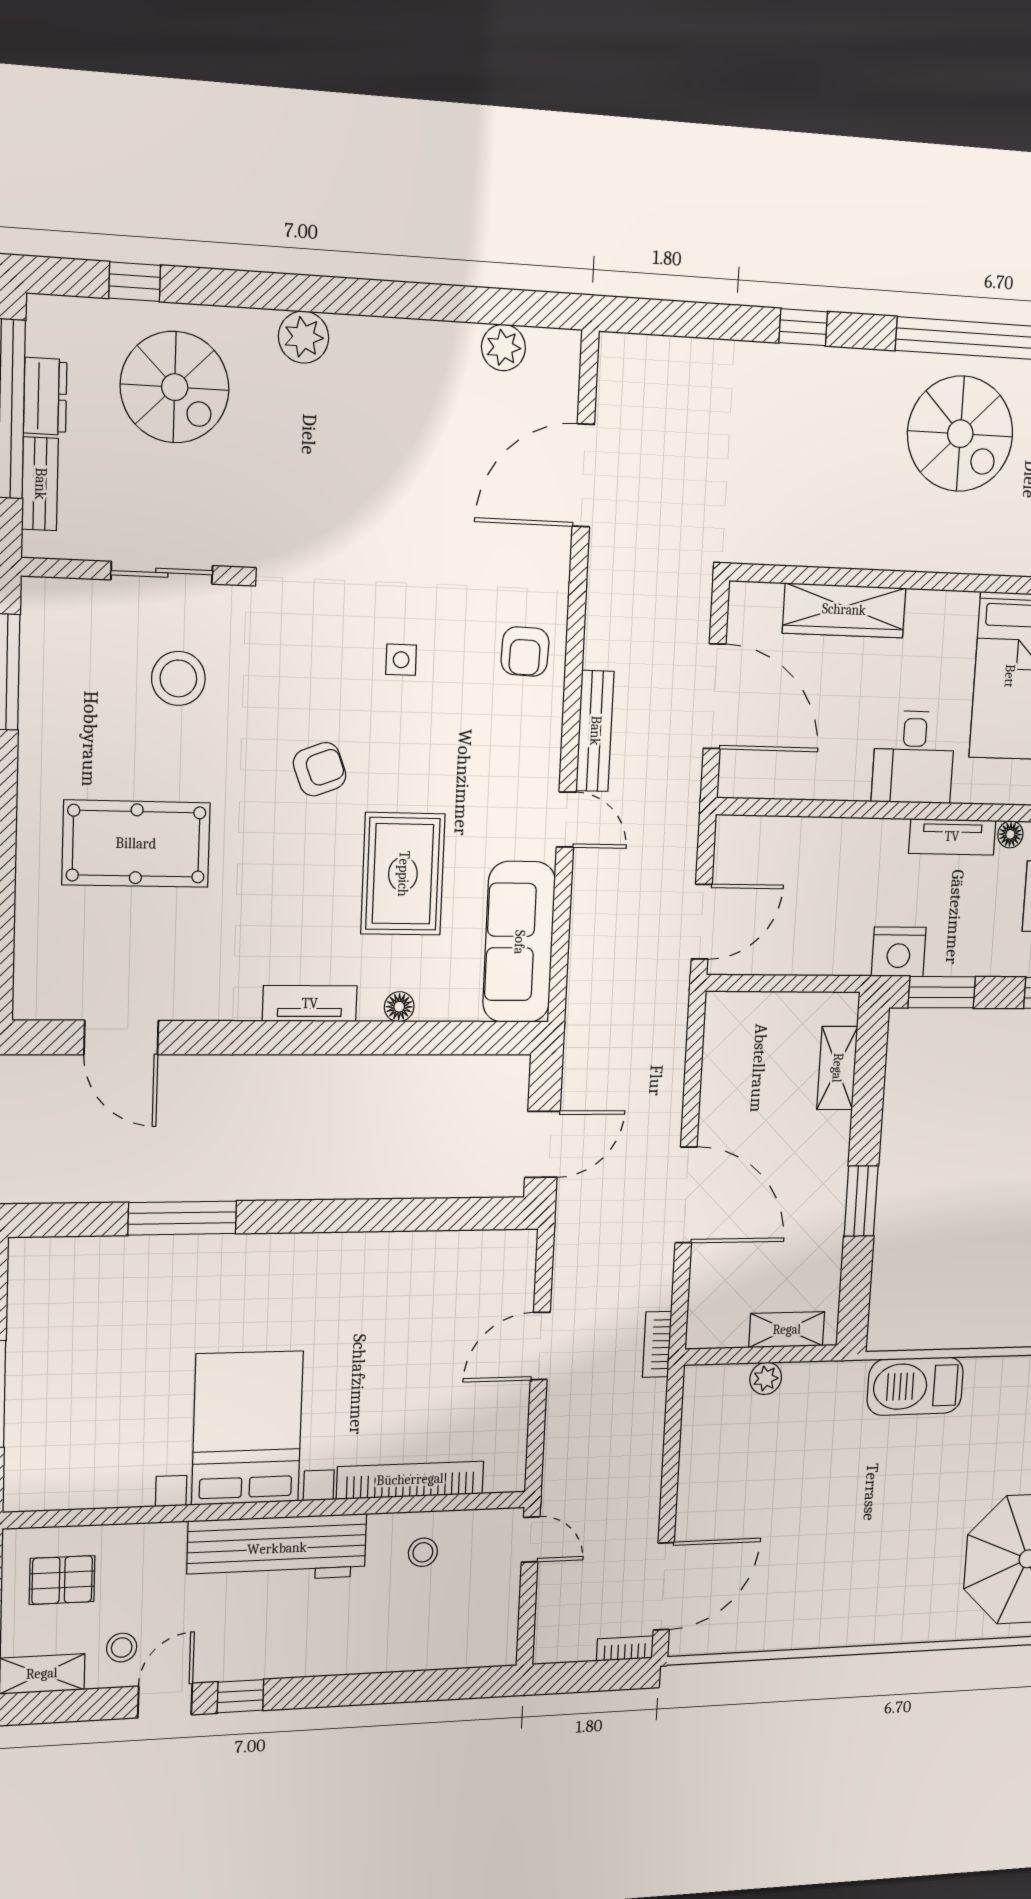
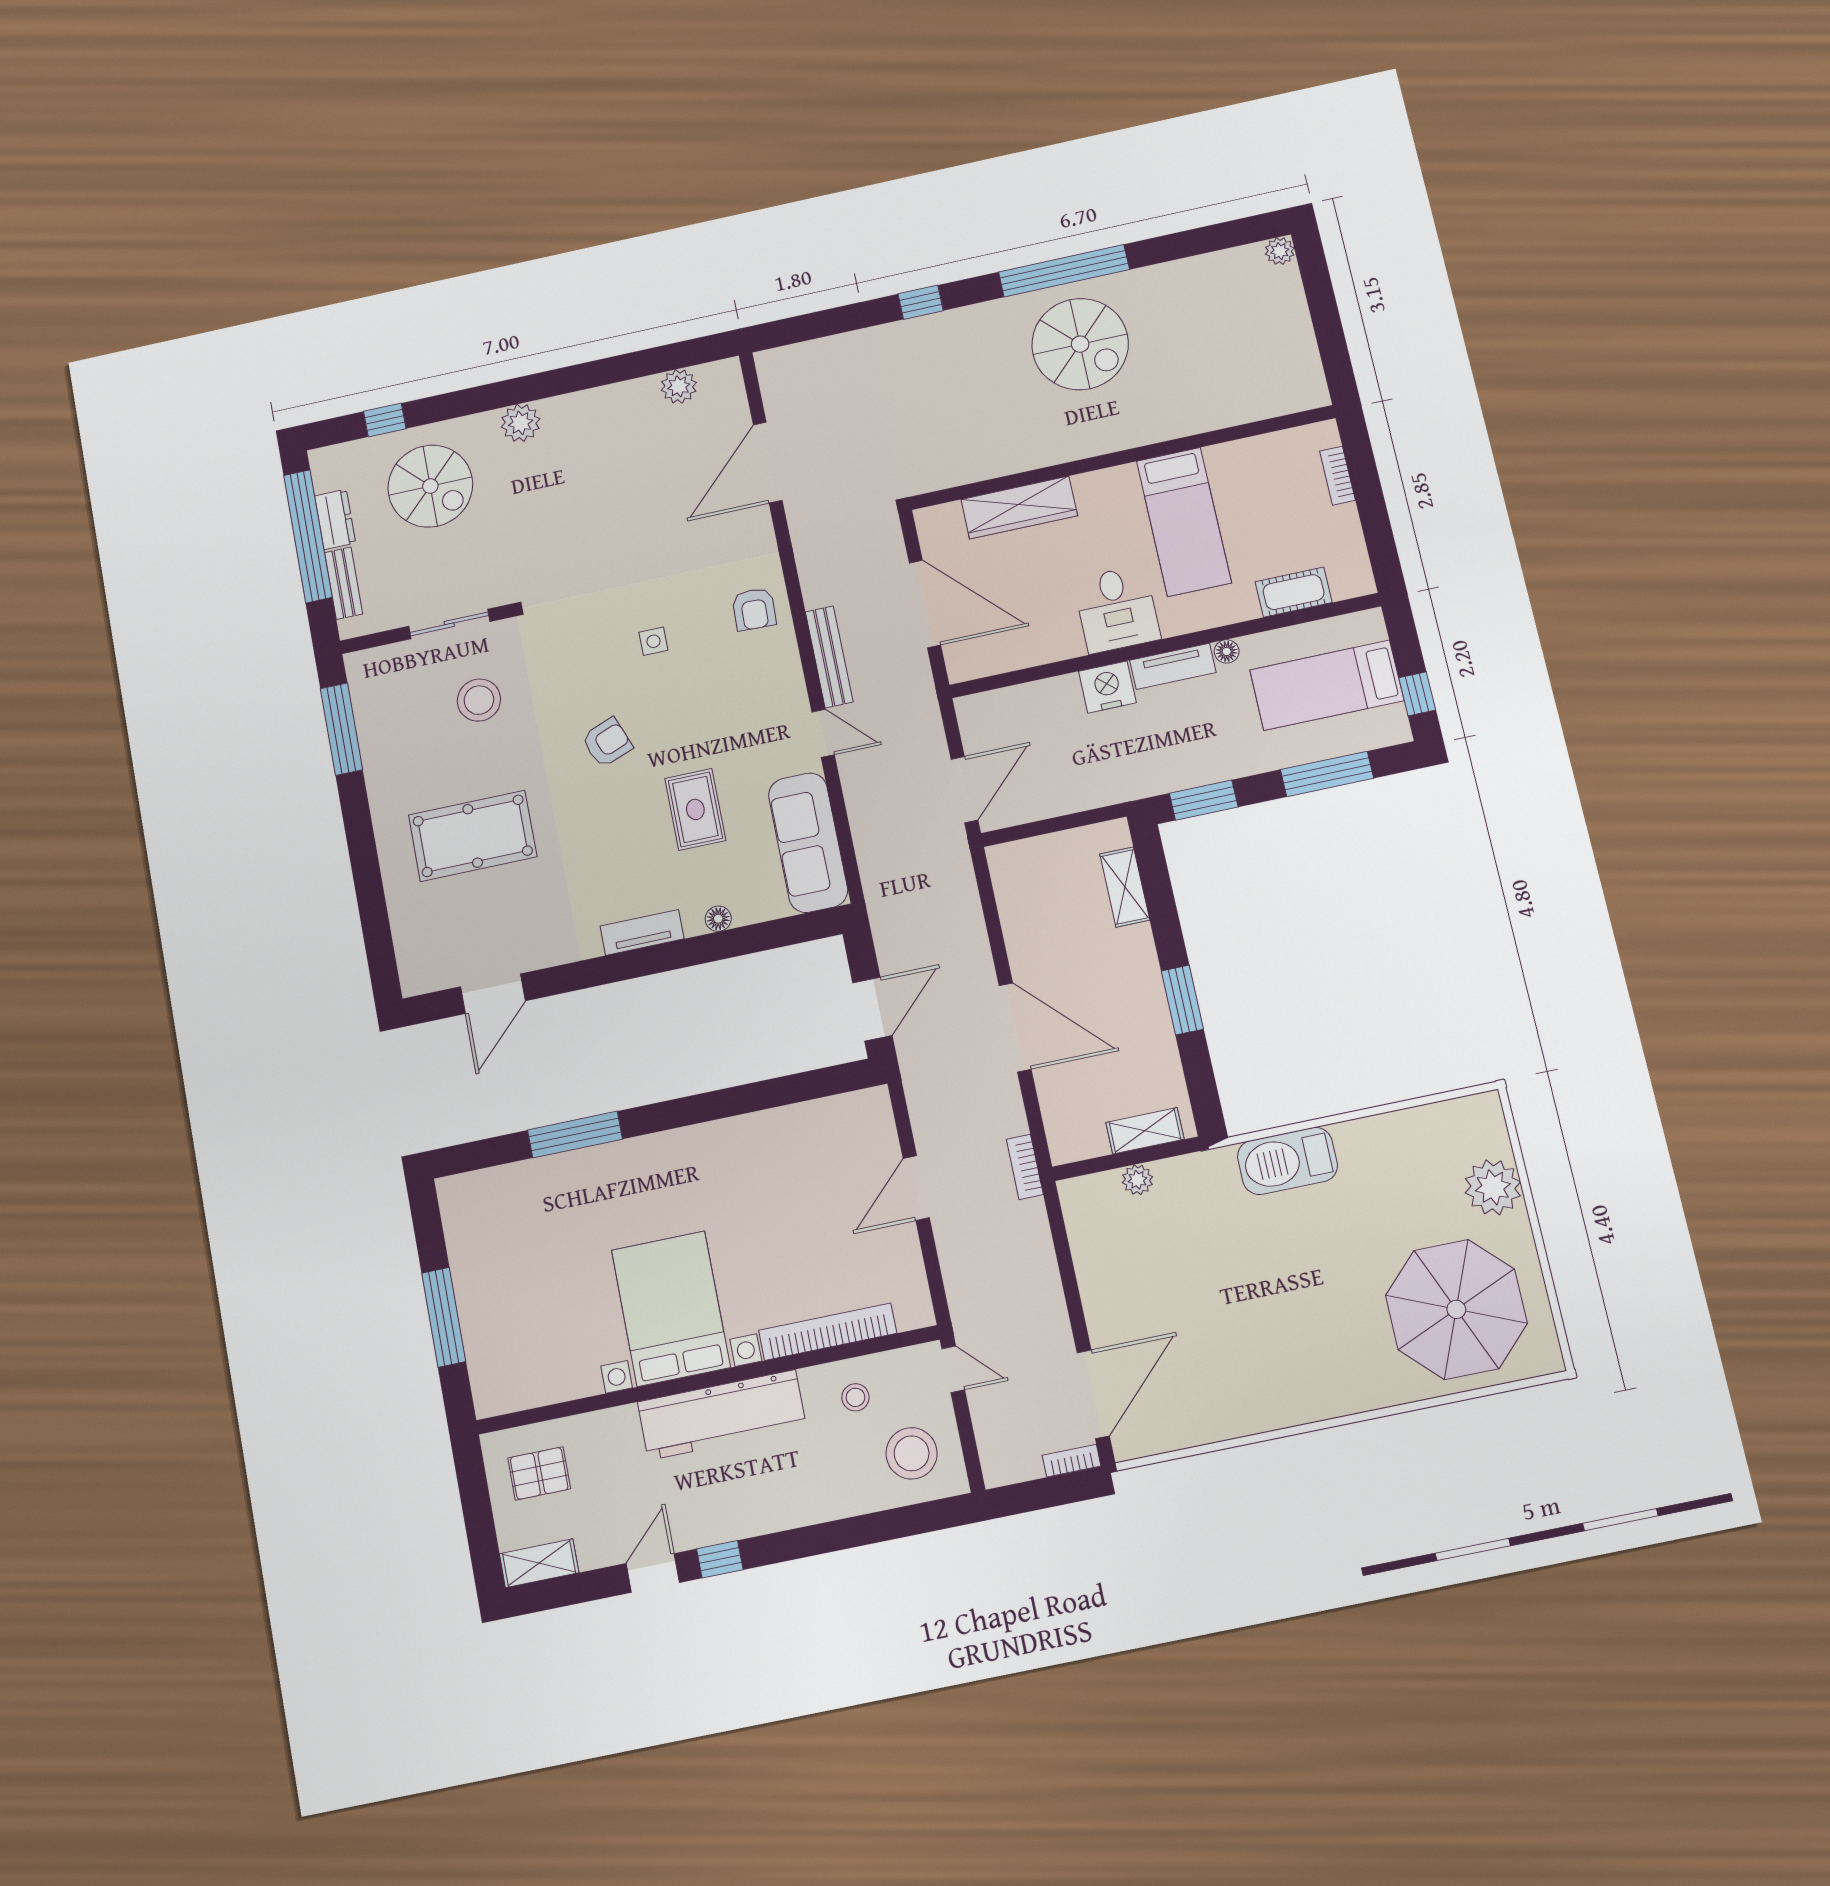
rug: (403, 874) -> (695, 809), width x0.73, depth x0.70
nightstand: (899, 952) -> (1107, 687), moved, turned 180
door: (121, 1037) -> (493, 994), hinge flipped
stool: (122, 1648) -> (912, 1453), moved, width x1.89, depth x1.89

